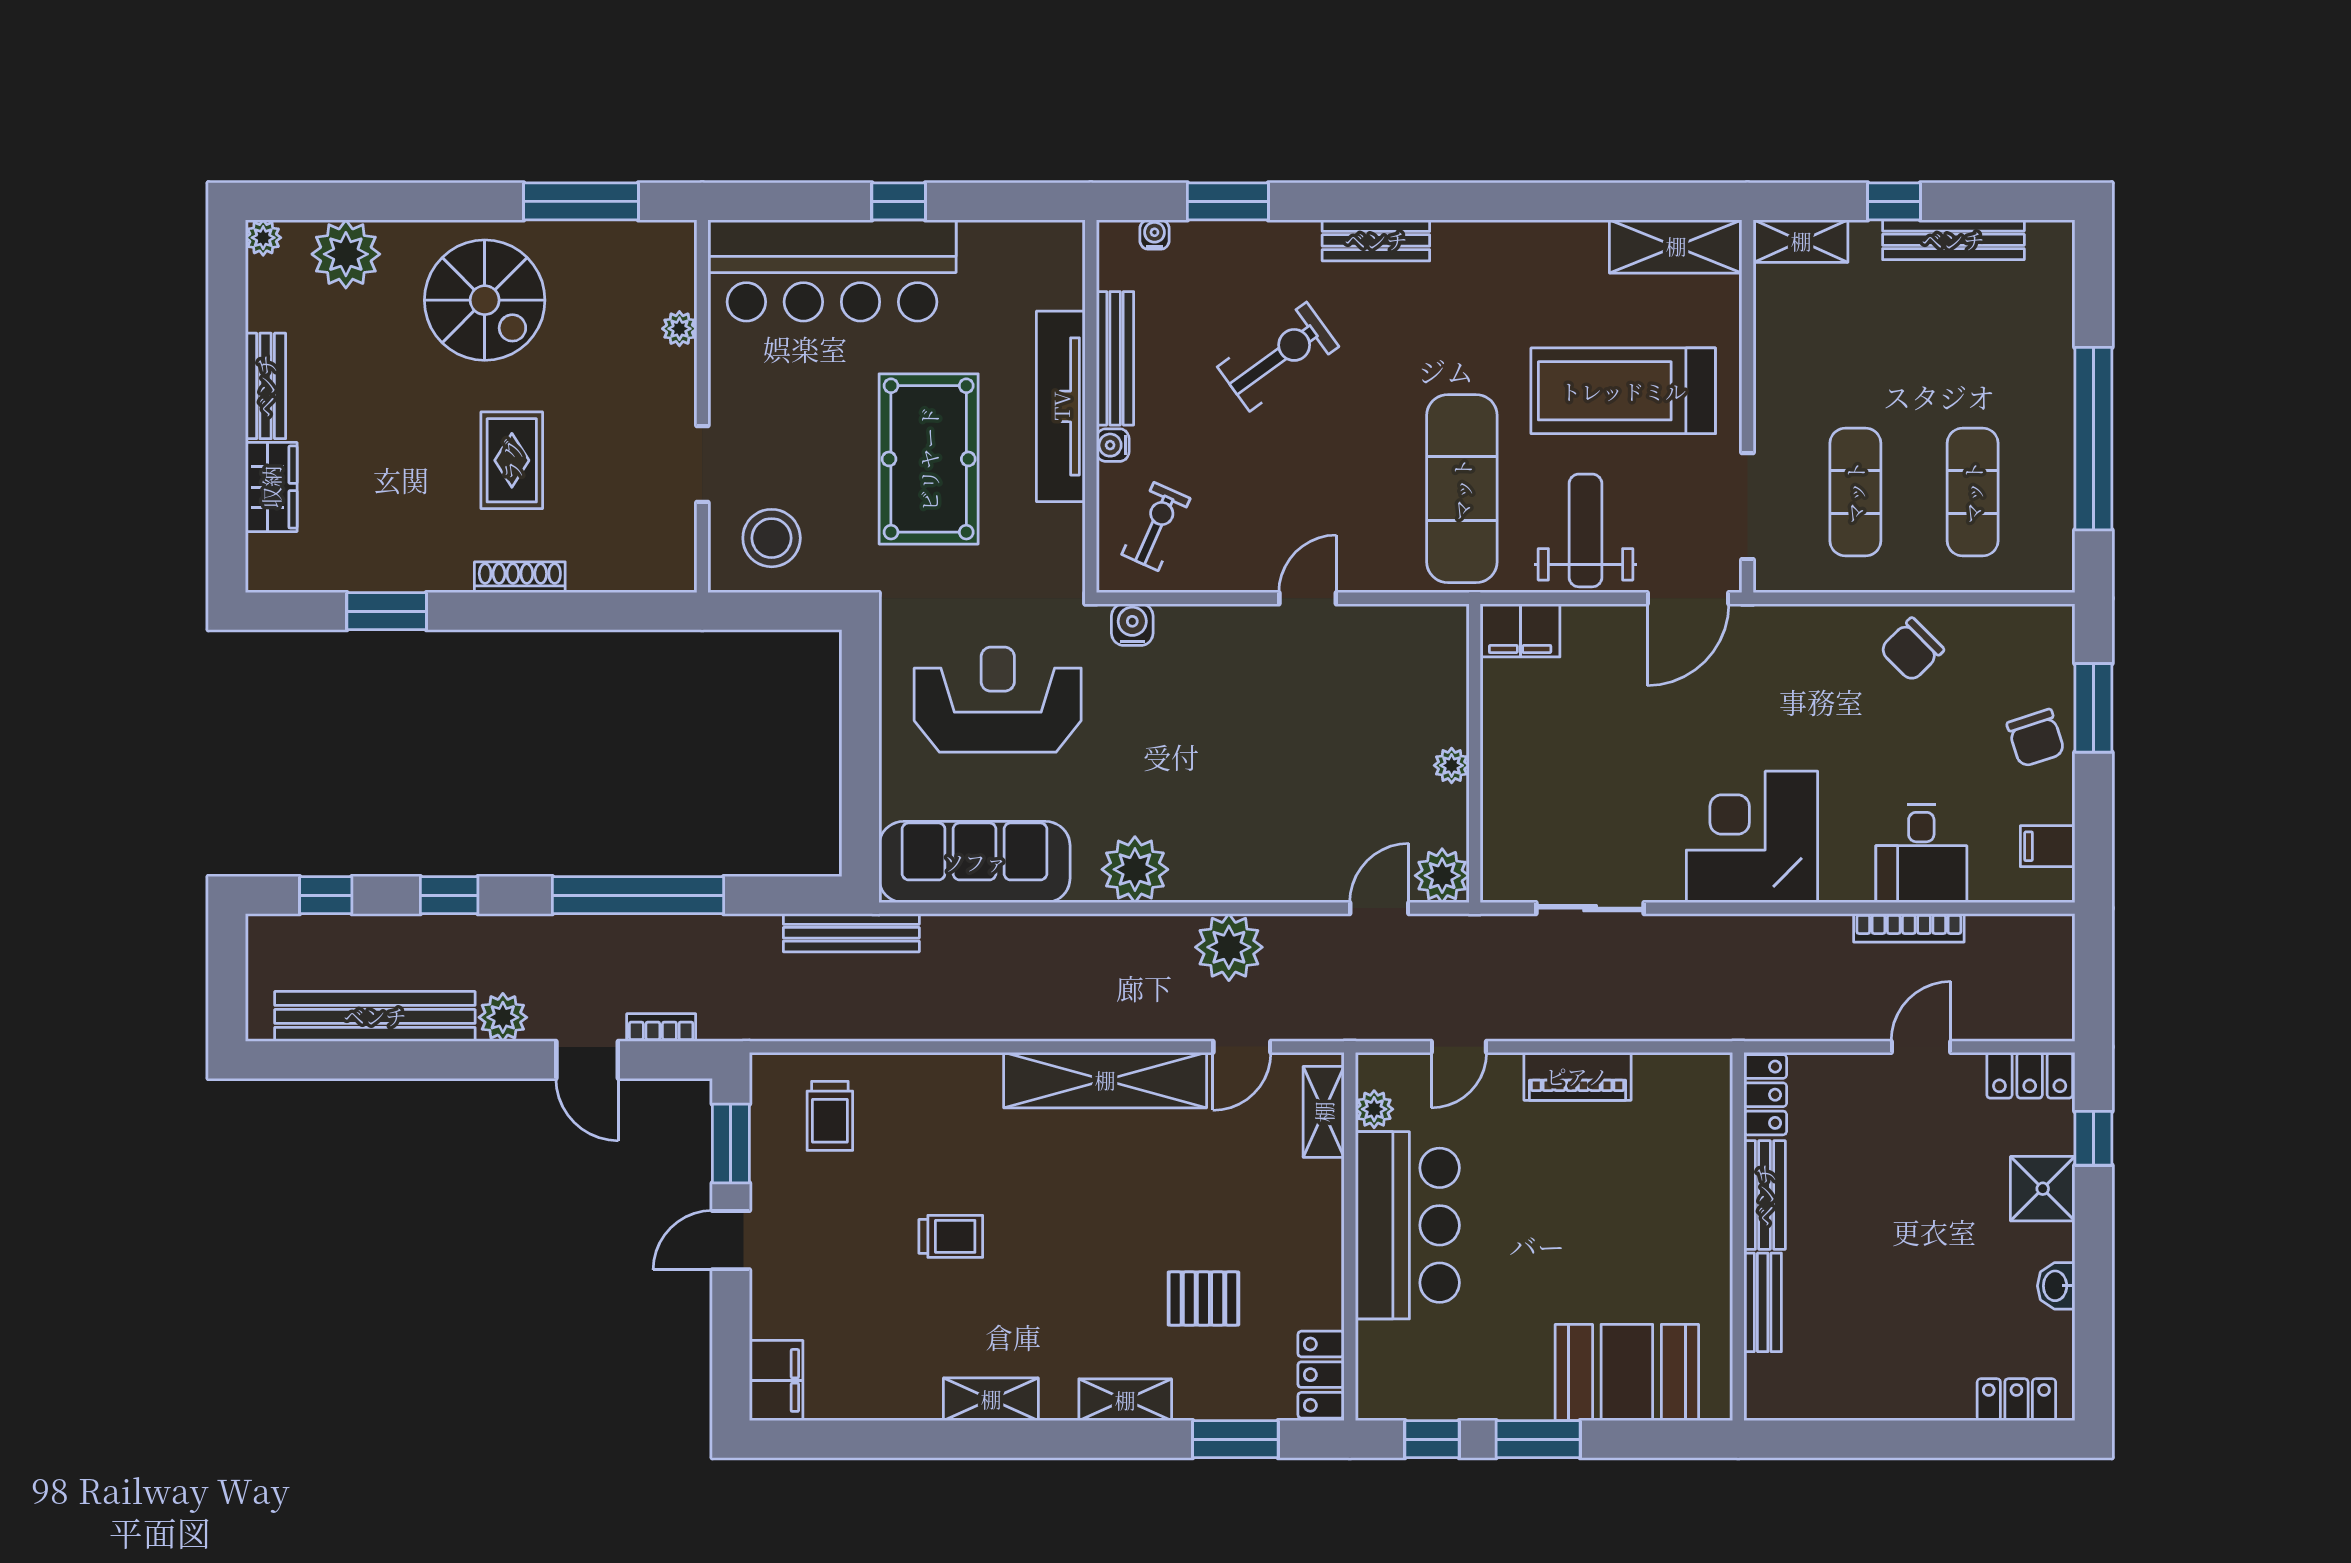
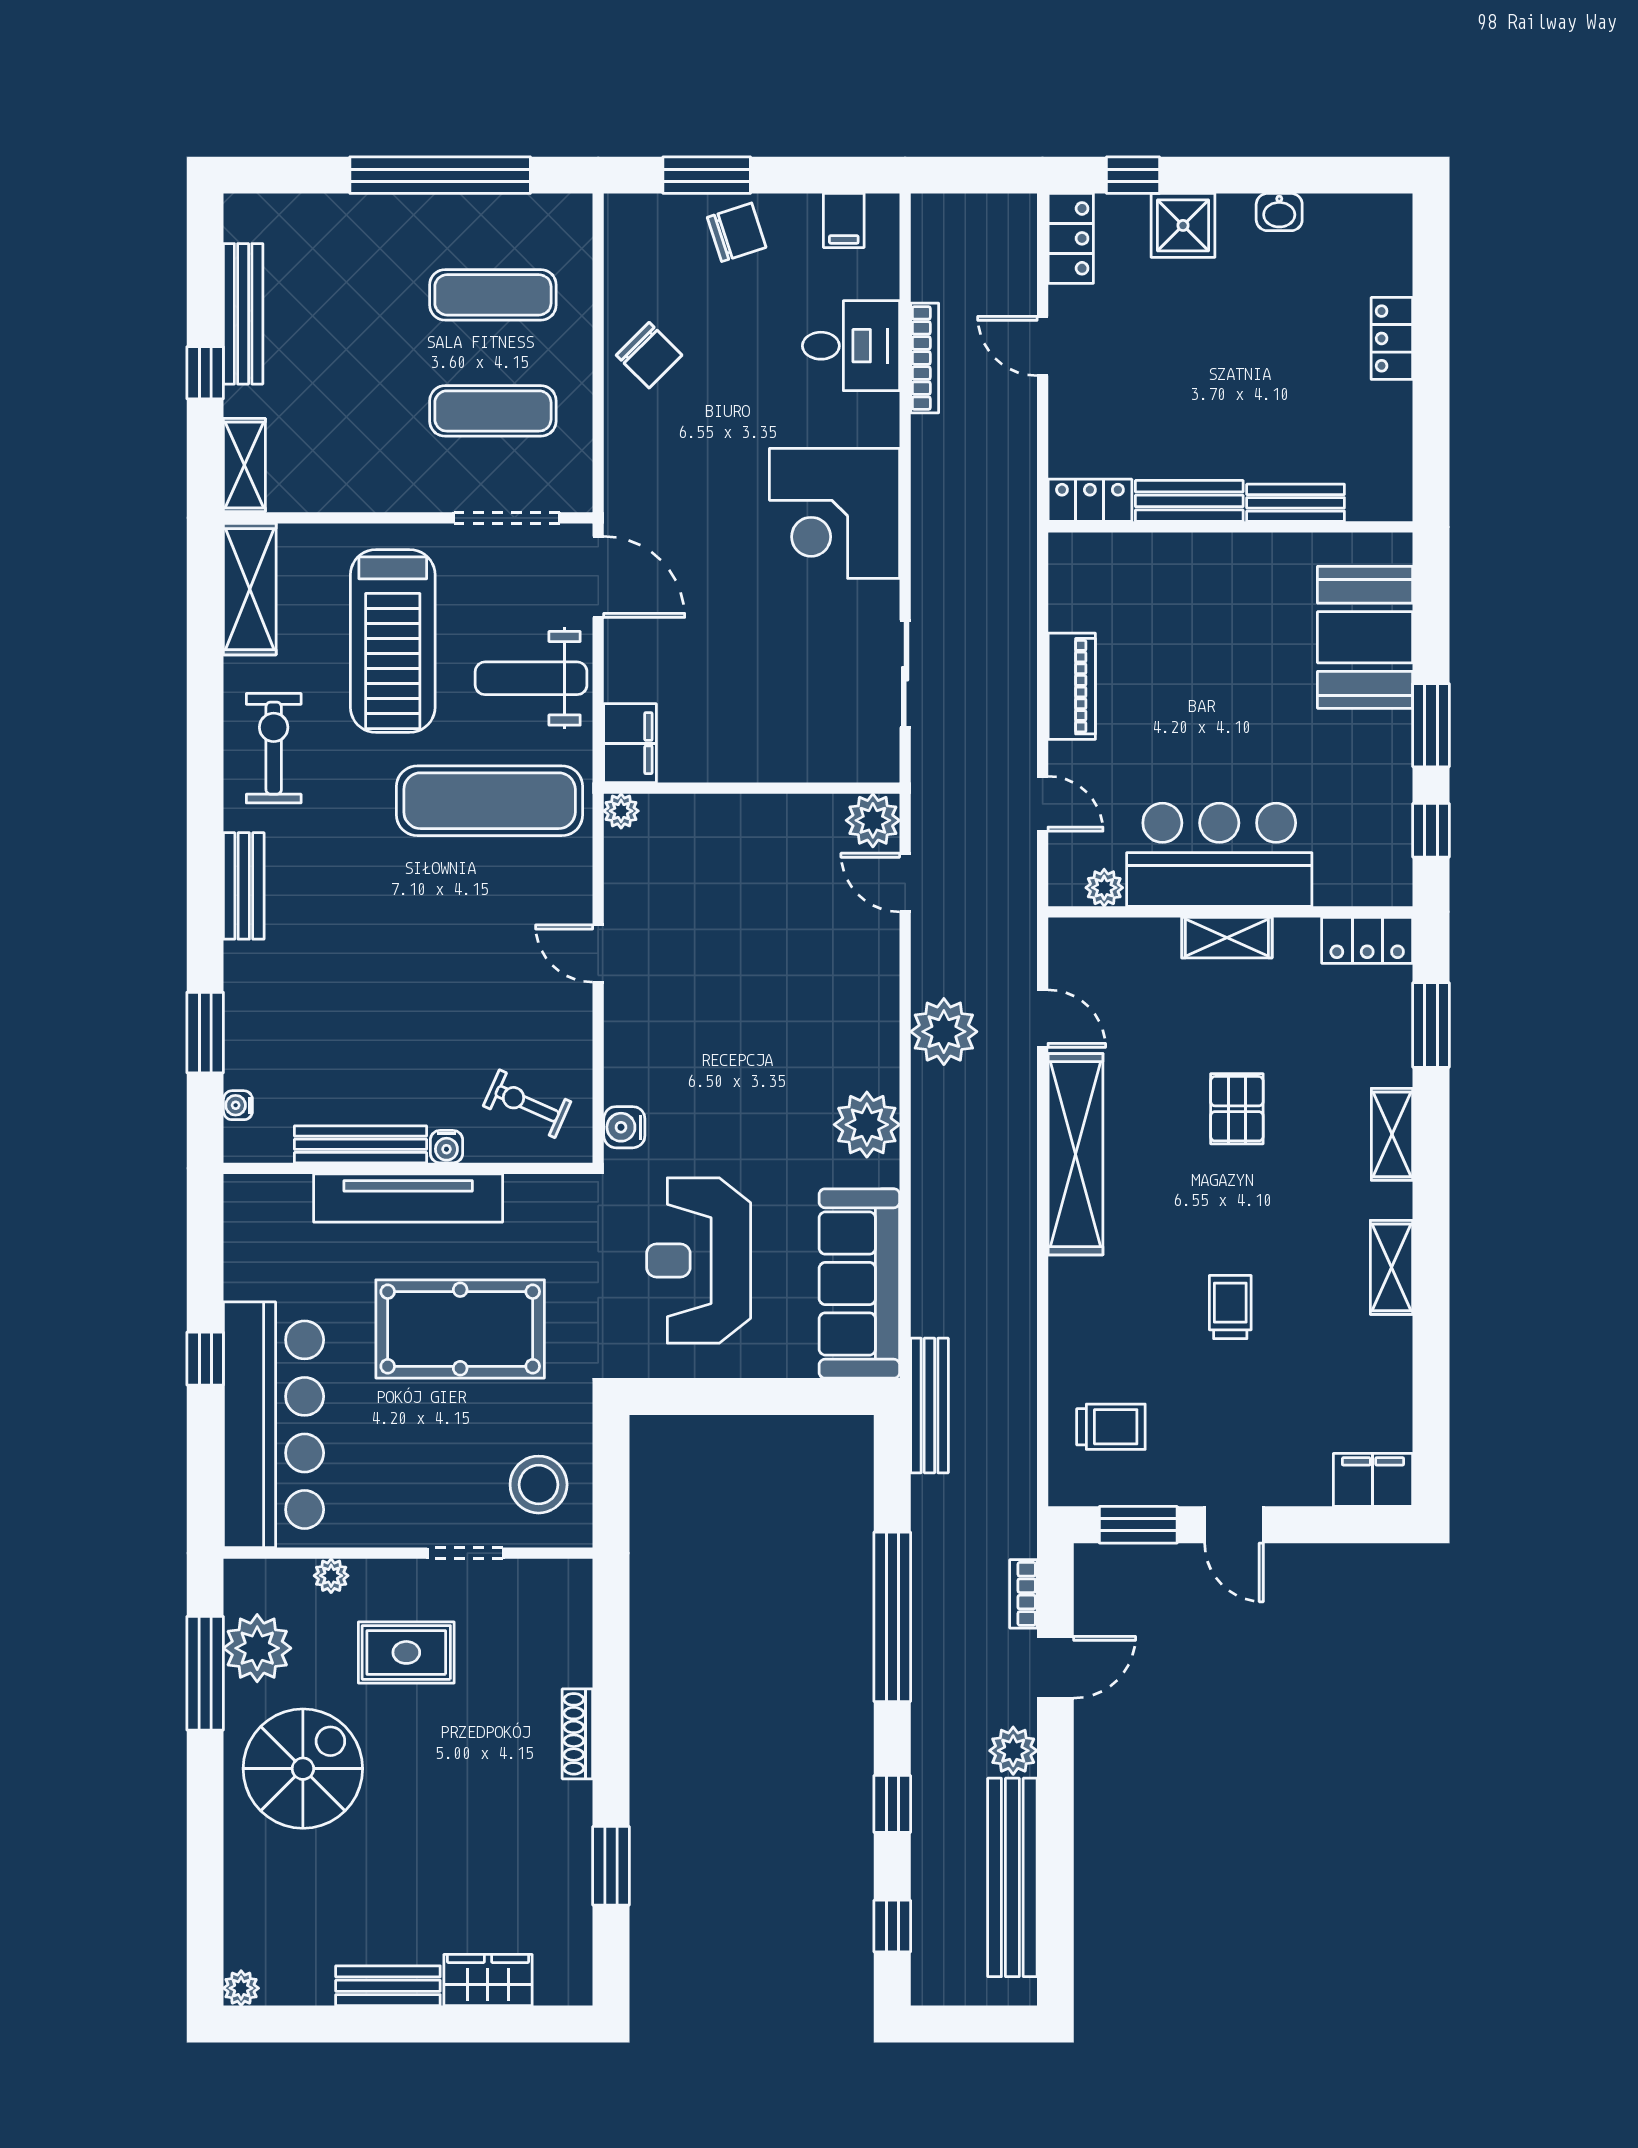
plant: (346, 254) -> (257, 1648), moved
exercise bike: (1278, 357) -> (274, 748), moved, turned 36
rug: (512, 460) -> (406, 1652), moved
plant: (1452, 765) -> (621, 811), moved
shelving: (1324, 1112) -> (1227, 938), moved
pallet: (1203, 1299) -> (1237, 1109), moved
locker: (2016, 1400) -> (1392, 338), moved

